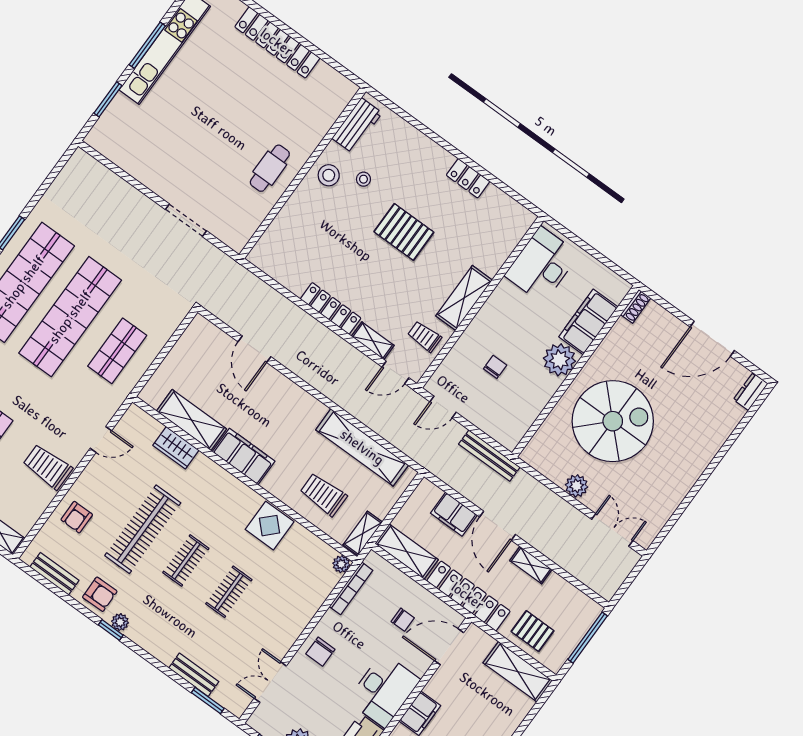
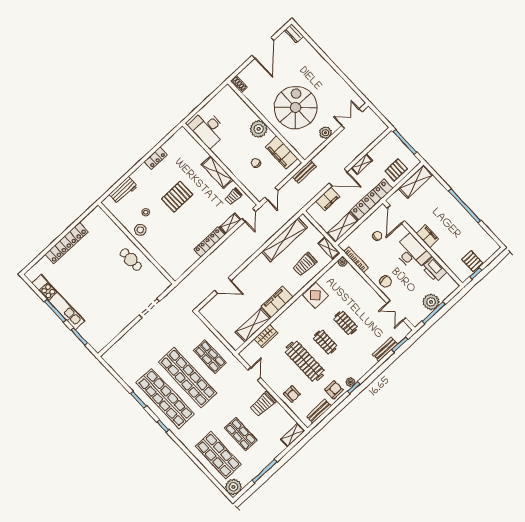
workbench: (357, 126) -> (123, 190), moved, turned 90
filing cabinet: (588, 322) -> (281, 153), moved
bench: (489, 456) -> (304, 172), width x0.73

